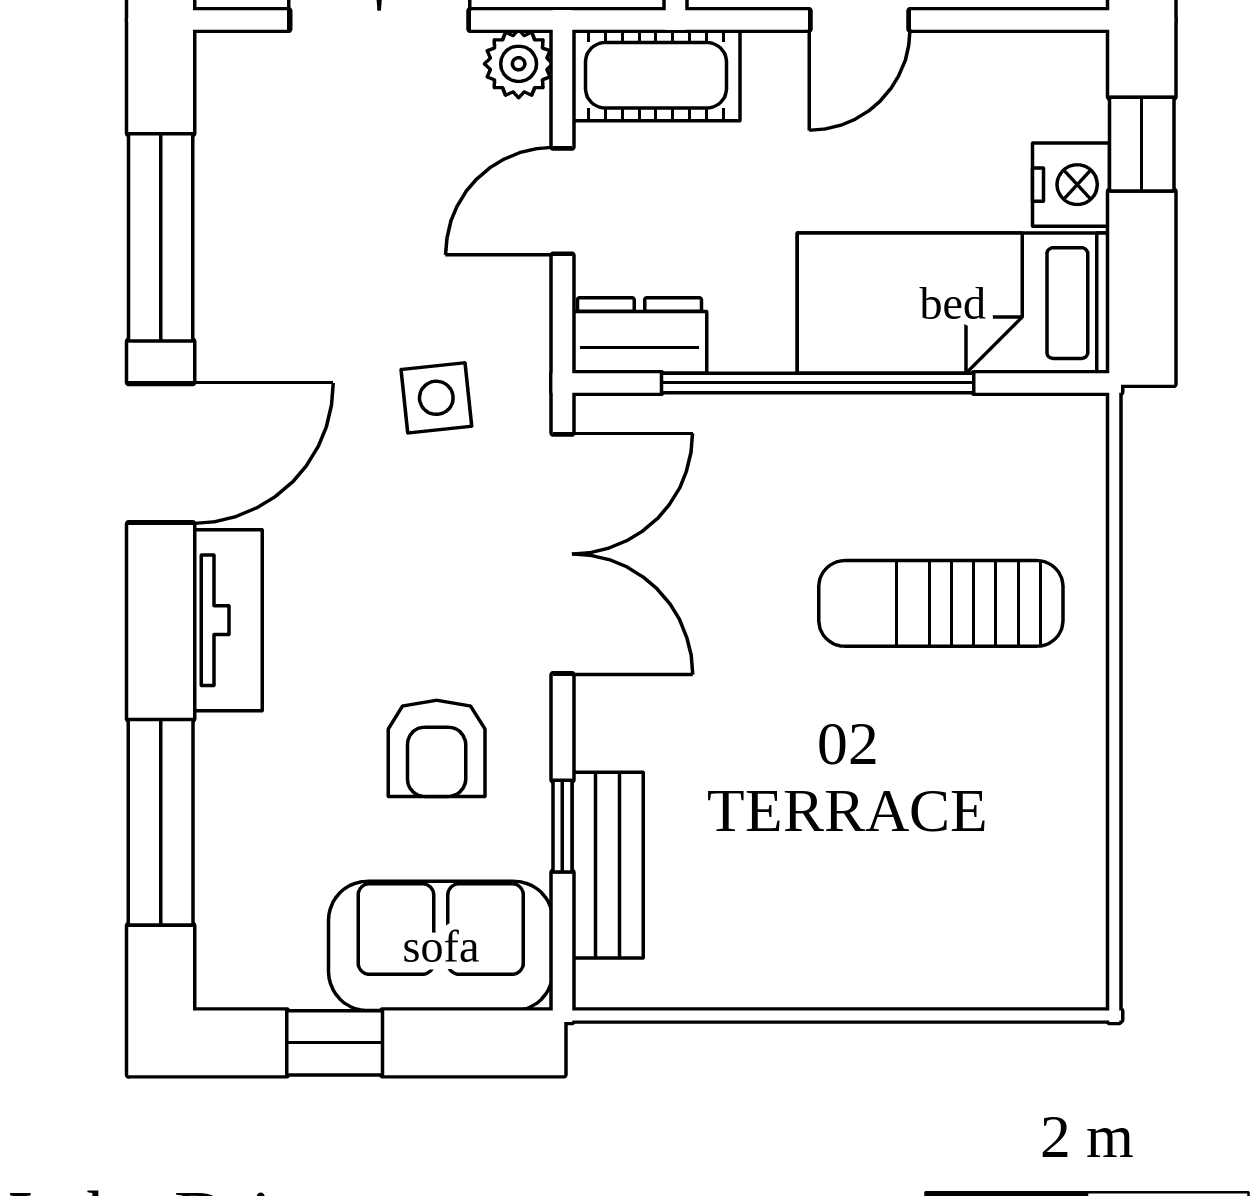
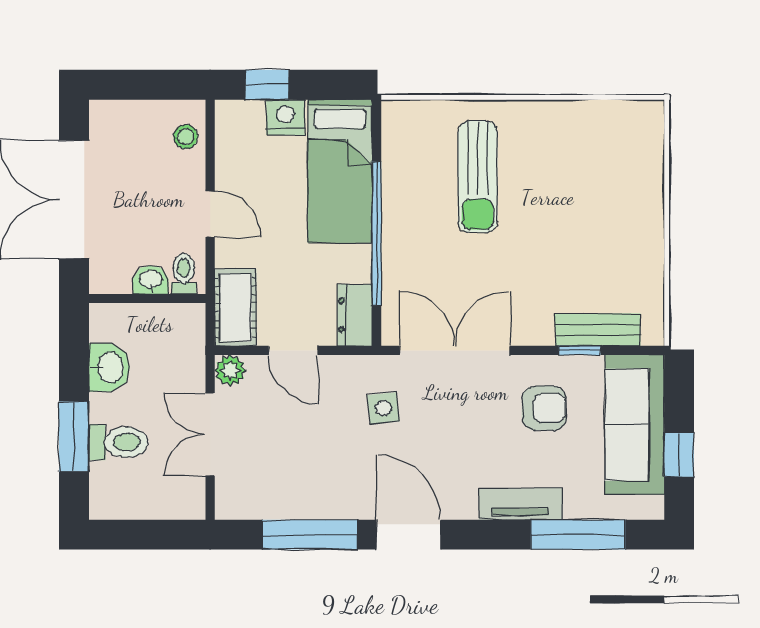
tv unit: (228, 620) -> (520, 504), moved
sofa: (441, 946) -> (635, 425), width x1.36

